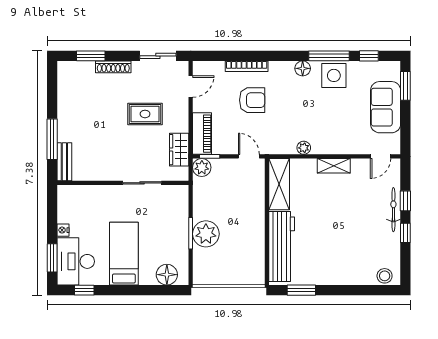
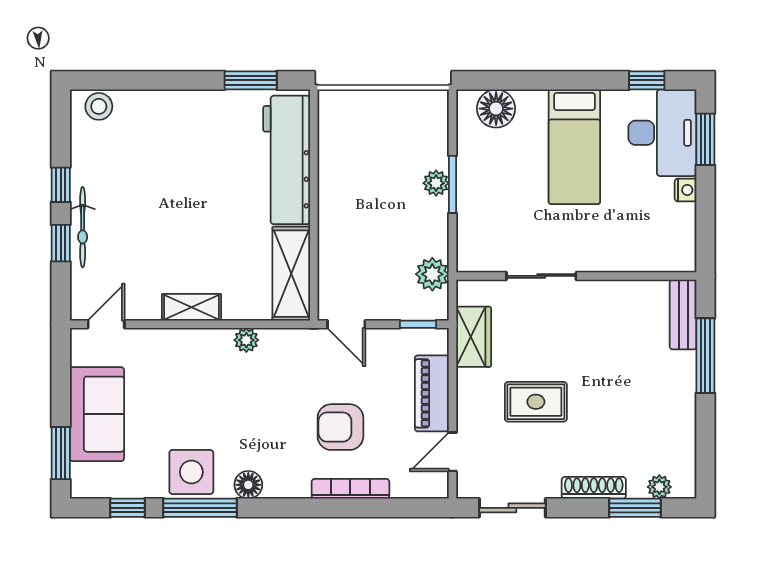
plant: (77, 67) -> (659, 487), added
piano: (202, 134) -> (432, 393), moved
plant: (202, 167) -> (432, 274), moved
plant: (206, 234) -> (436, 183), width x0.53, depth x0.53

